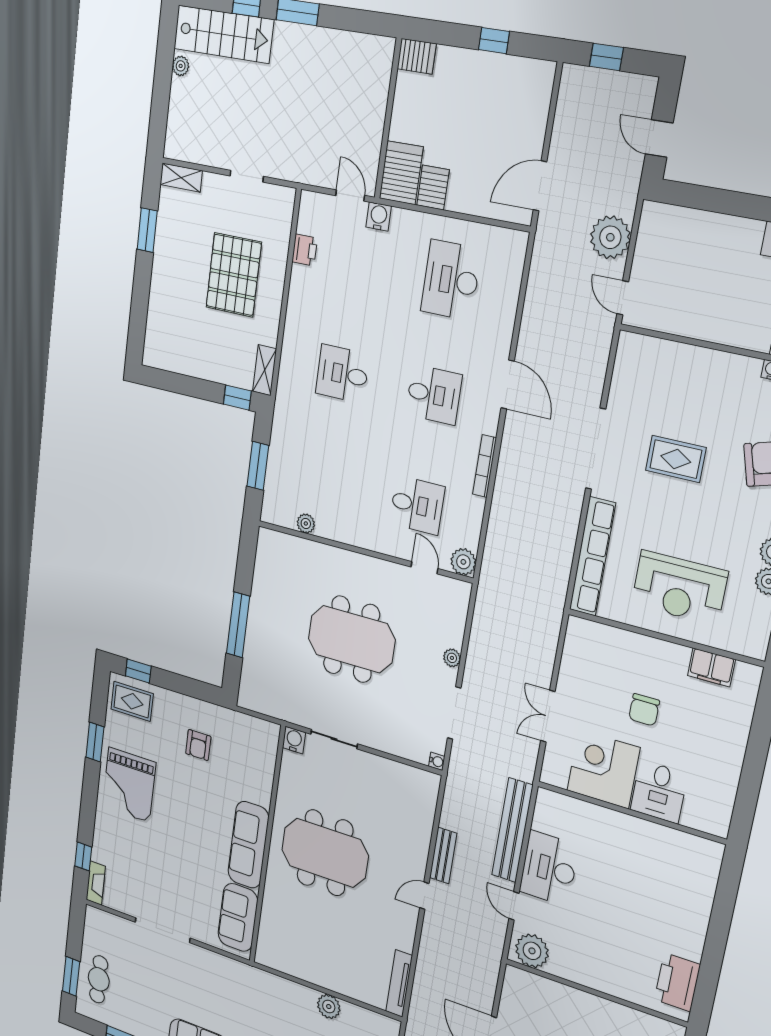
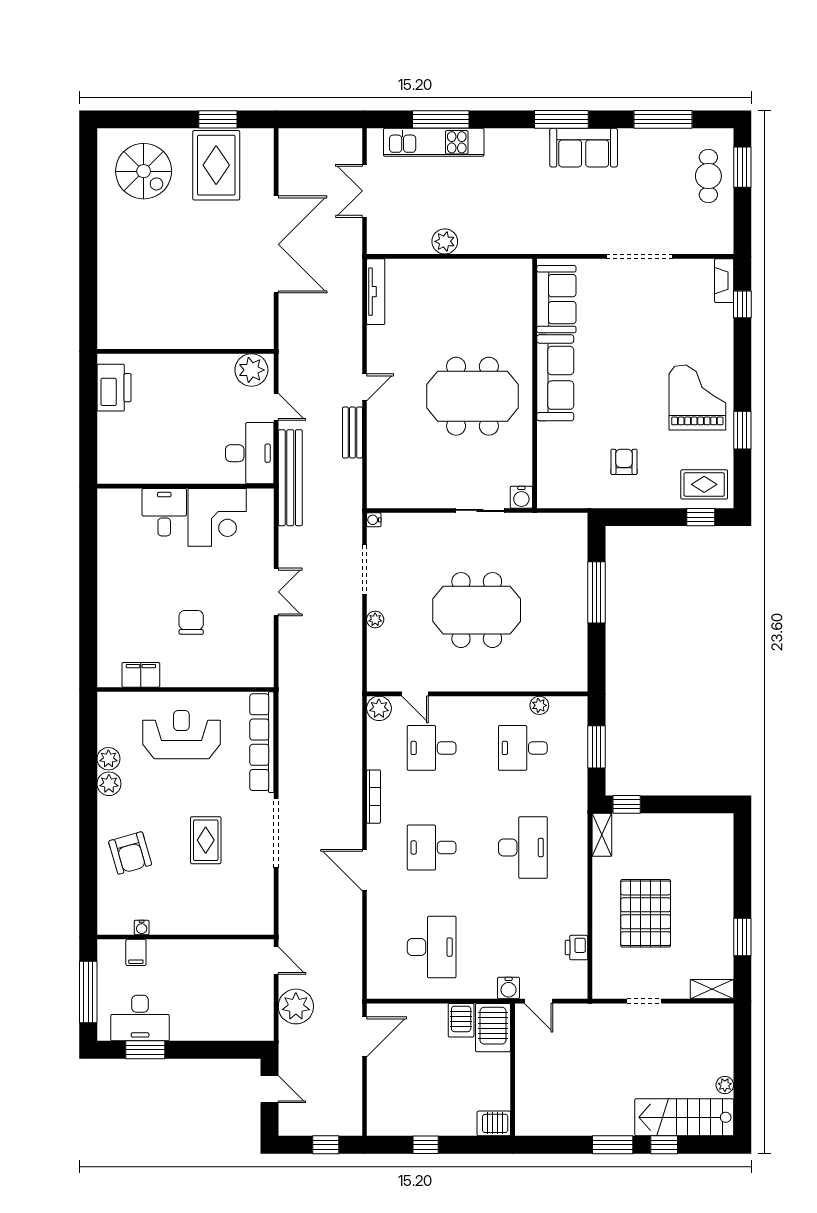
desk: (342, 374) -> (523, 847), width x1.37
rug: (676, 459) -> (206, 840), turned 90
desk: (328, 482) -> (523, 748), added
corner desk: (603, 769) -> (217, 517), moved
desk: (659, 792) -> (164, 512), moved
wall: (631, 812) -> (185, 486), moved

